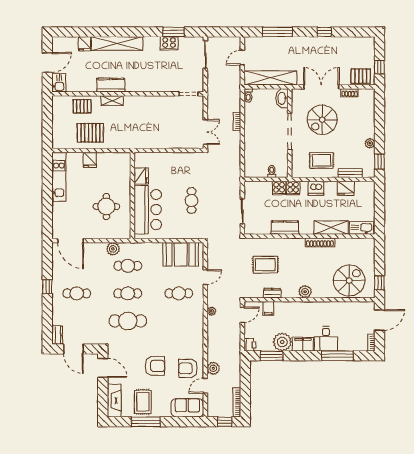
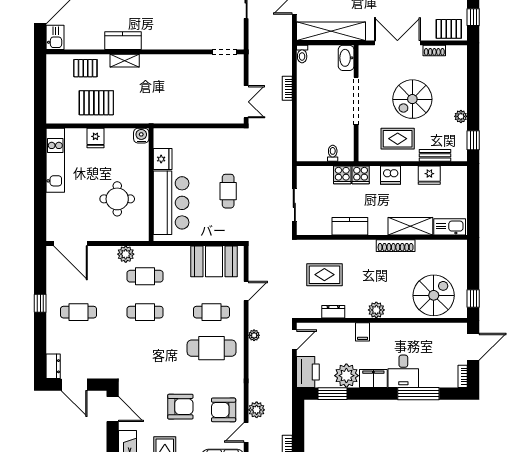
spiral stairs: (322, 120) -> (412, 99), moved
water cooler: (125, 158) -> (141, 136), added
filing cabinet: (268, 309) -> (363, 332), moved
cafe table: (128, 321) -> (212, 348), moved
printer: (250, 345) -> (308, 372), width x1.87, depth x1.48

